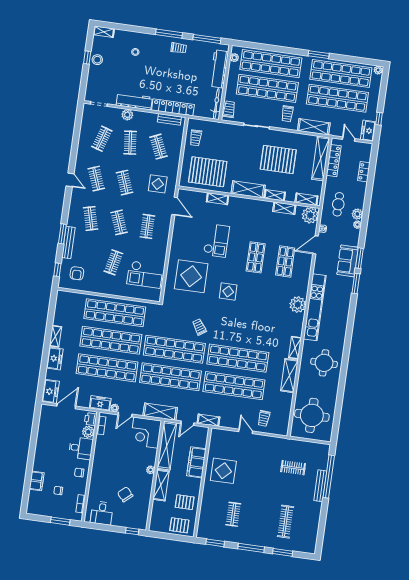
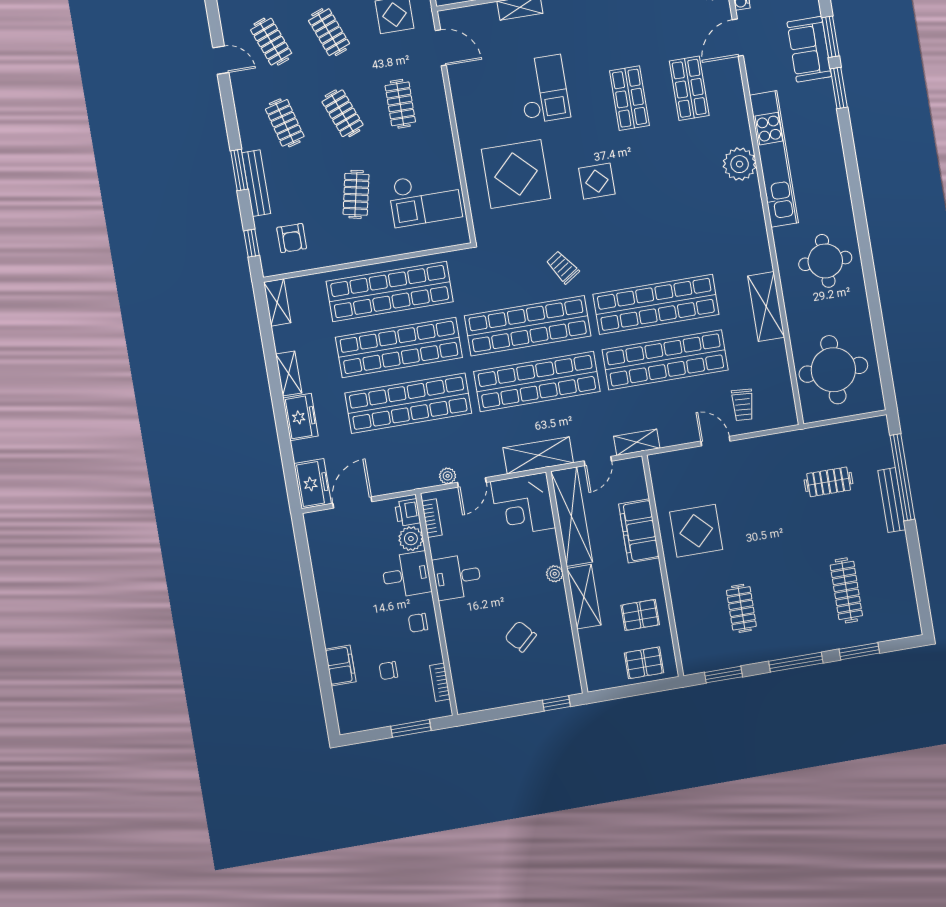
shelving: (295, 348) -> (277, 302), moved
freezer: (100, 403) -> (417, 476), removed
desk: (102, 513) -> (457, 577), moved, turned 90

